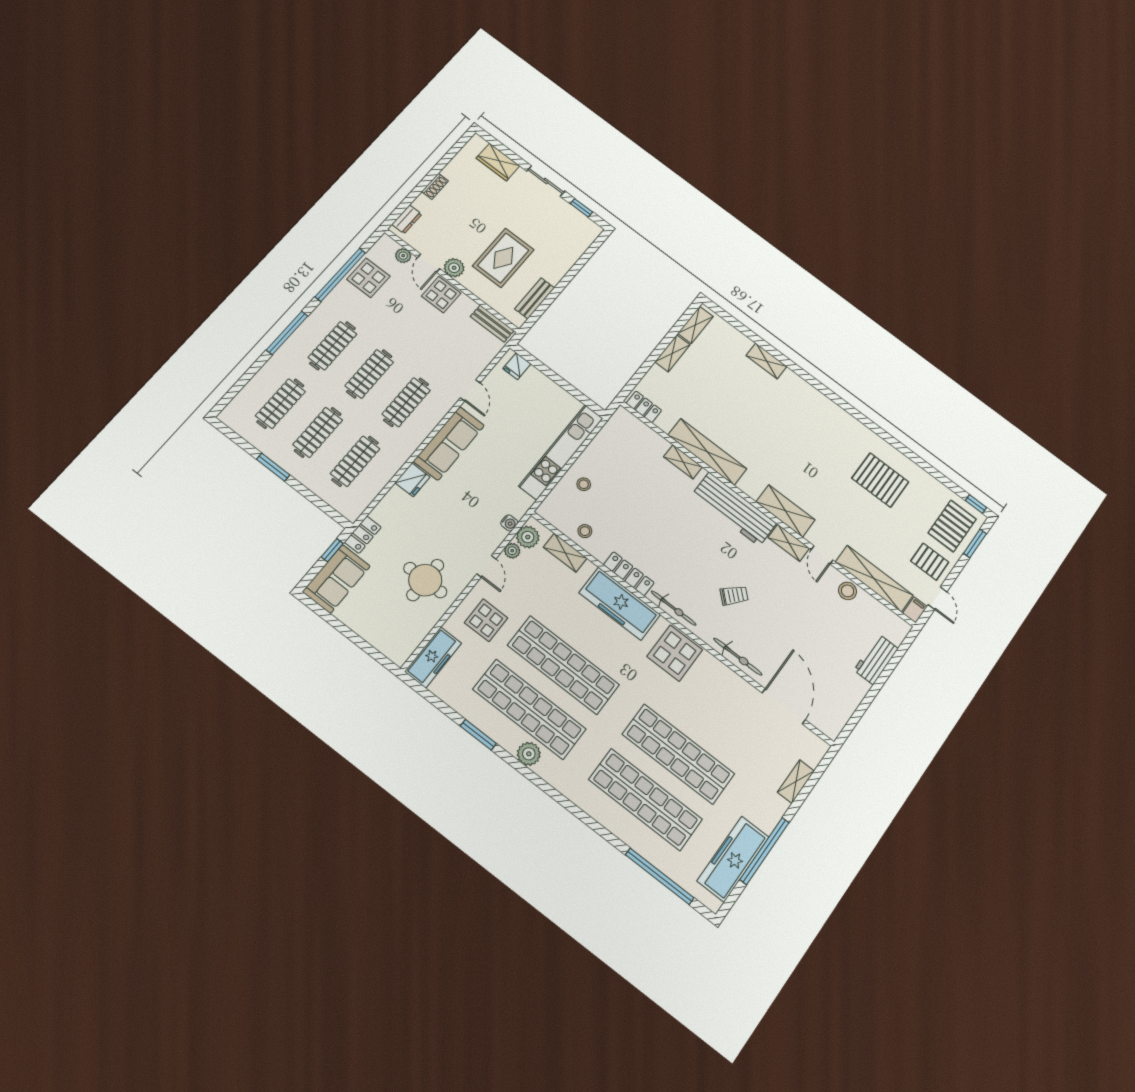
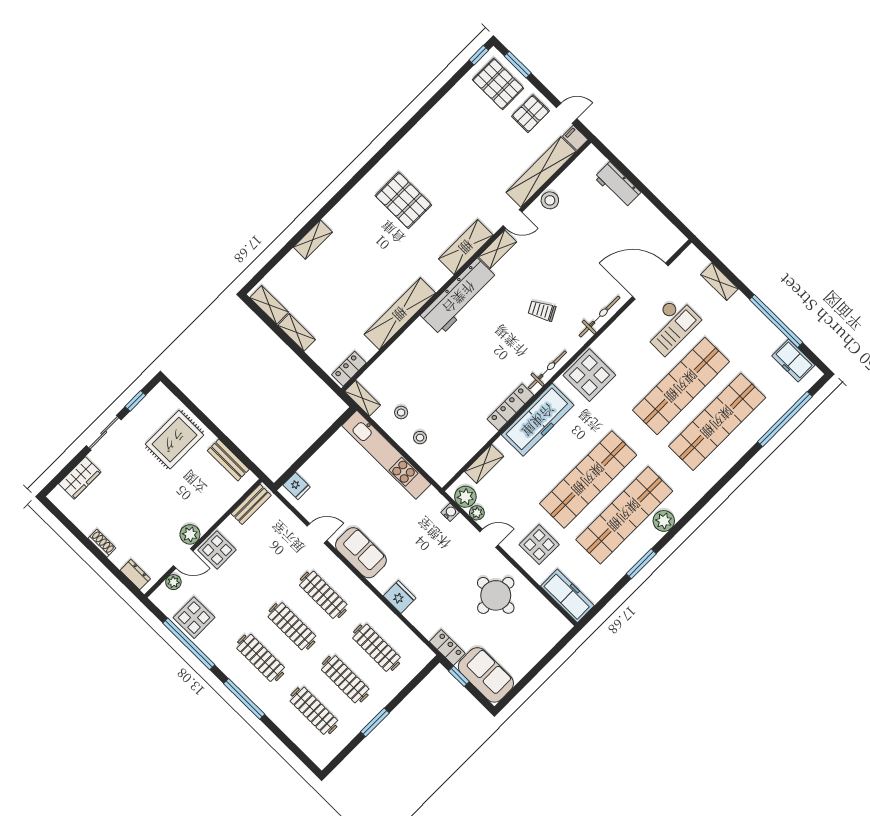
rug: (503, 258) -> (174, 440), moved, turned 90
sofa: (449, 443) -> (361, 553), width x0.73
shelving: (683, 462) -> (362, 398), moved, turned 90
pallet: (880, 480) -> (403, 200), moved, turned 90
stool: (585, 531) -> (401, 412), moved
trolley: (734, 595) -> (542, 311), turned -71
checkout: (741, 734) -> (670, 325), added
freezer: (733, 859) -> (793, 361), width x0.52, depth x0.79

